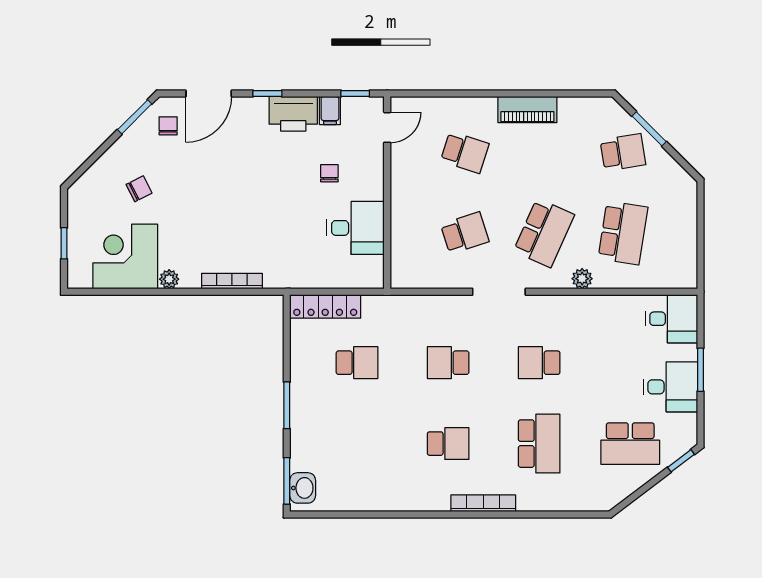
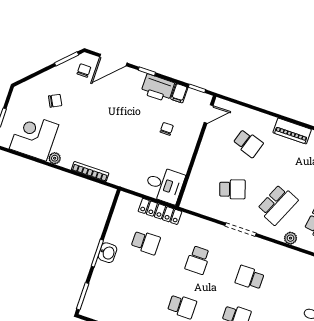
desk: (356, 228) -> (164, 185), moved
locker: (325, 306) -> (160, 211), moved
school desk: (448, 363) -> (198, 260), turned -90
washbasin: (303, 488) -> (108, 253), moved

